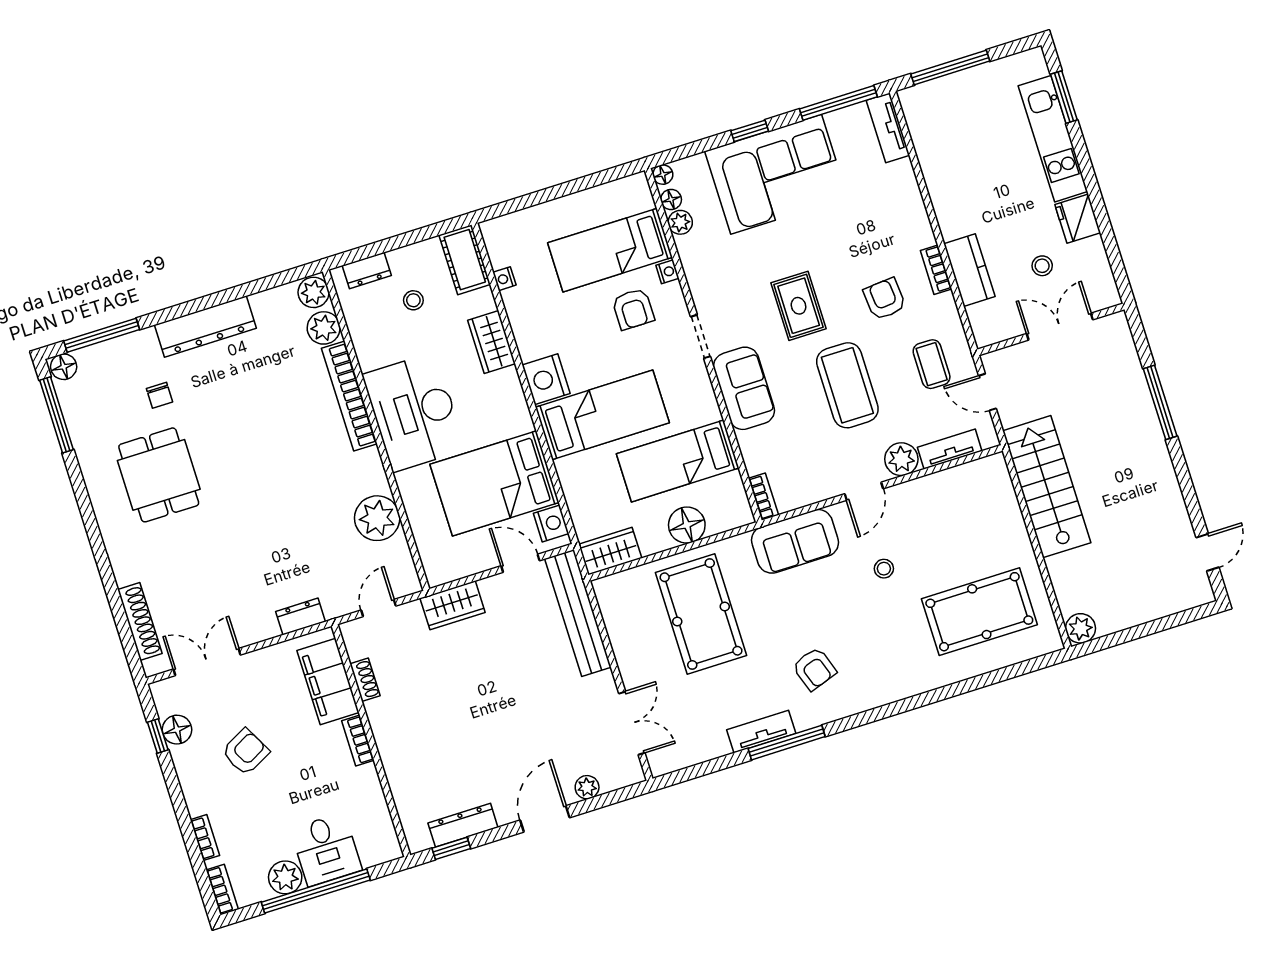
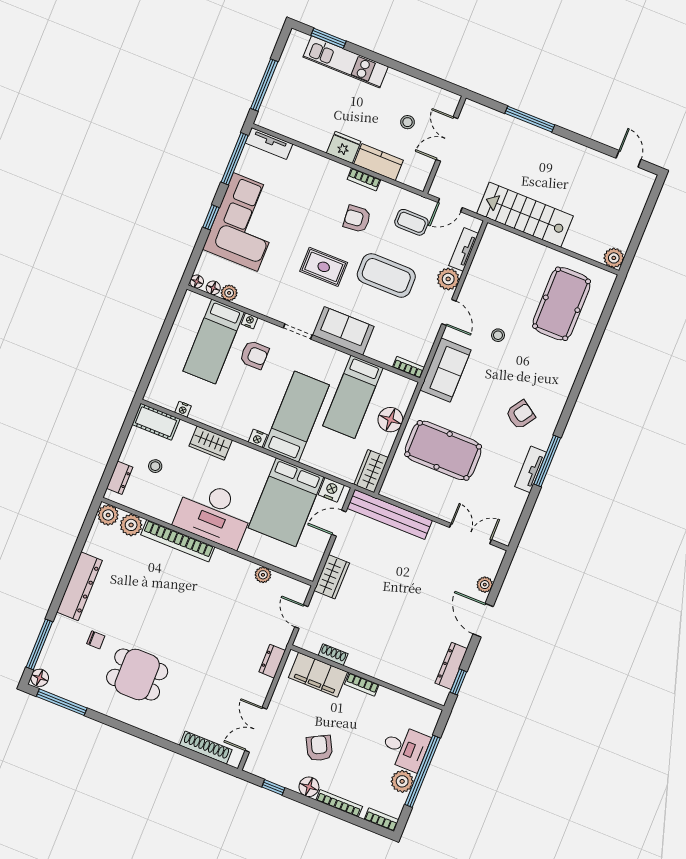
fridge: (1078, 219) -> (344, 147), moved, turned 180
nightstand: (546, 379) -> (258, 438), width x0.53, depth x0.56
plant: (377, 518) -> (263, 575), width x0.53, depth x0.53
armchair: (814, 669) -> (521, 415), turned -37
floor lamp: (177, 730) -> (309, 787), moved
bookcase: (205, 838) -> (339, 803), width x1.56

